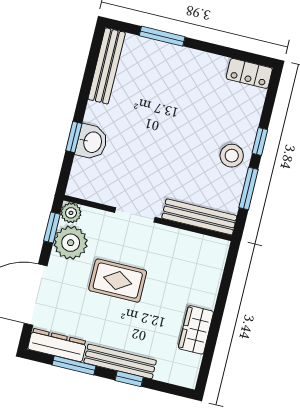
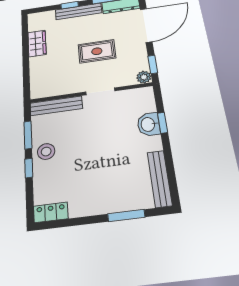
plant: (71, 243) -> (136, 61), removed

